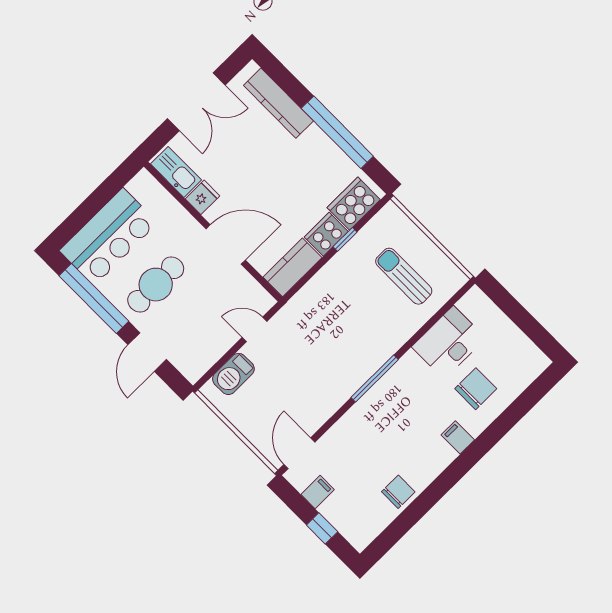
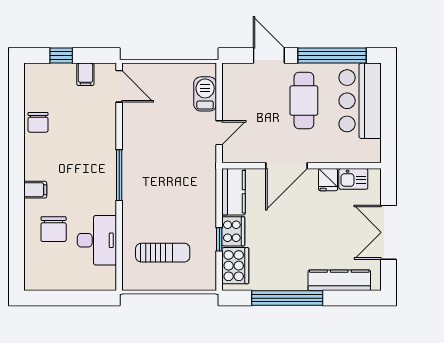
kitchen sink: (176, 172) -> (353, 179), width x0.73

